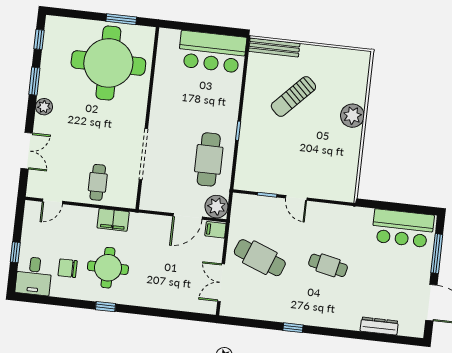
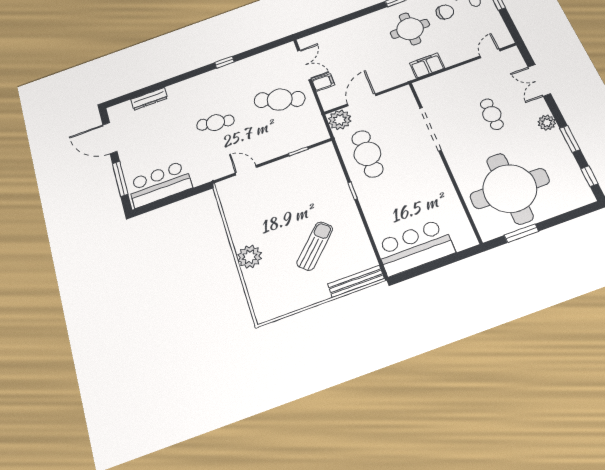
cafe table: (98, 182) -> (492, 114), moved
door: (296, 198) -> (246, 170), moved
filing cabinet: (215, 230) -> (323, 83), moved

